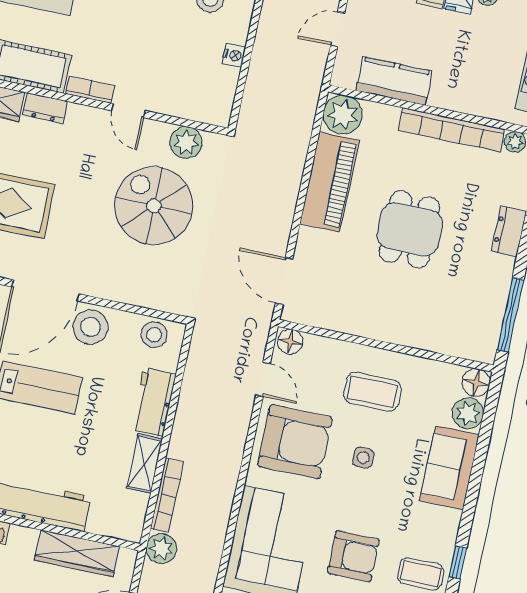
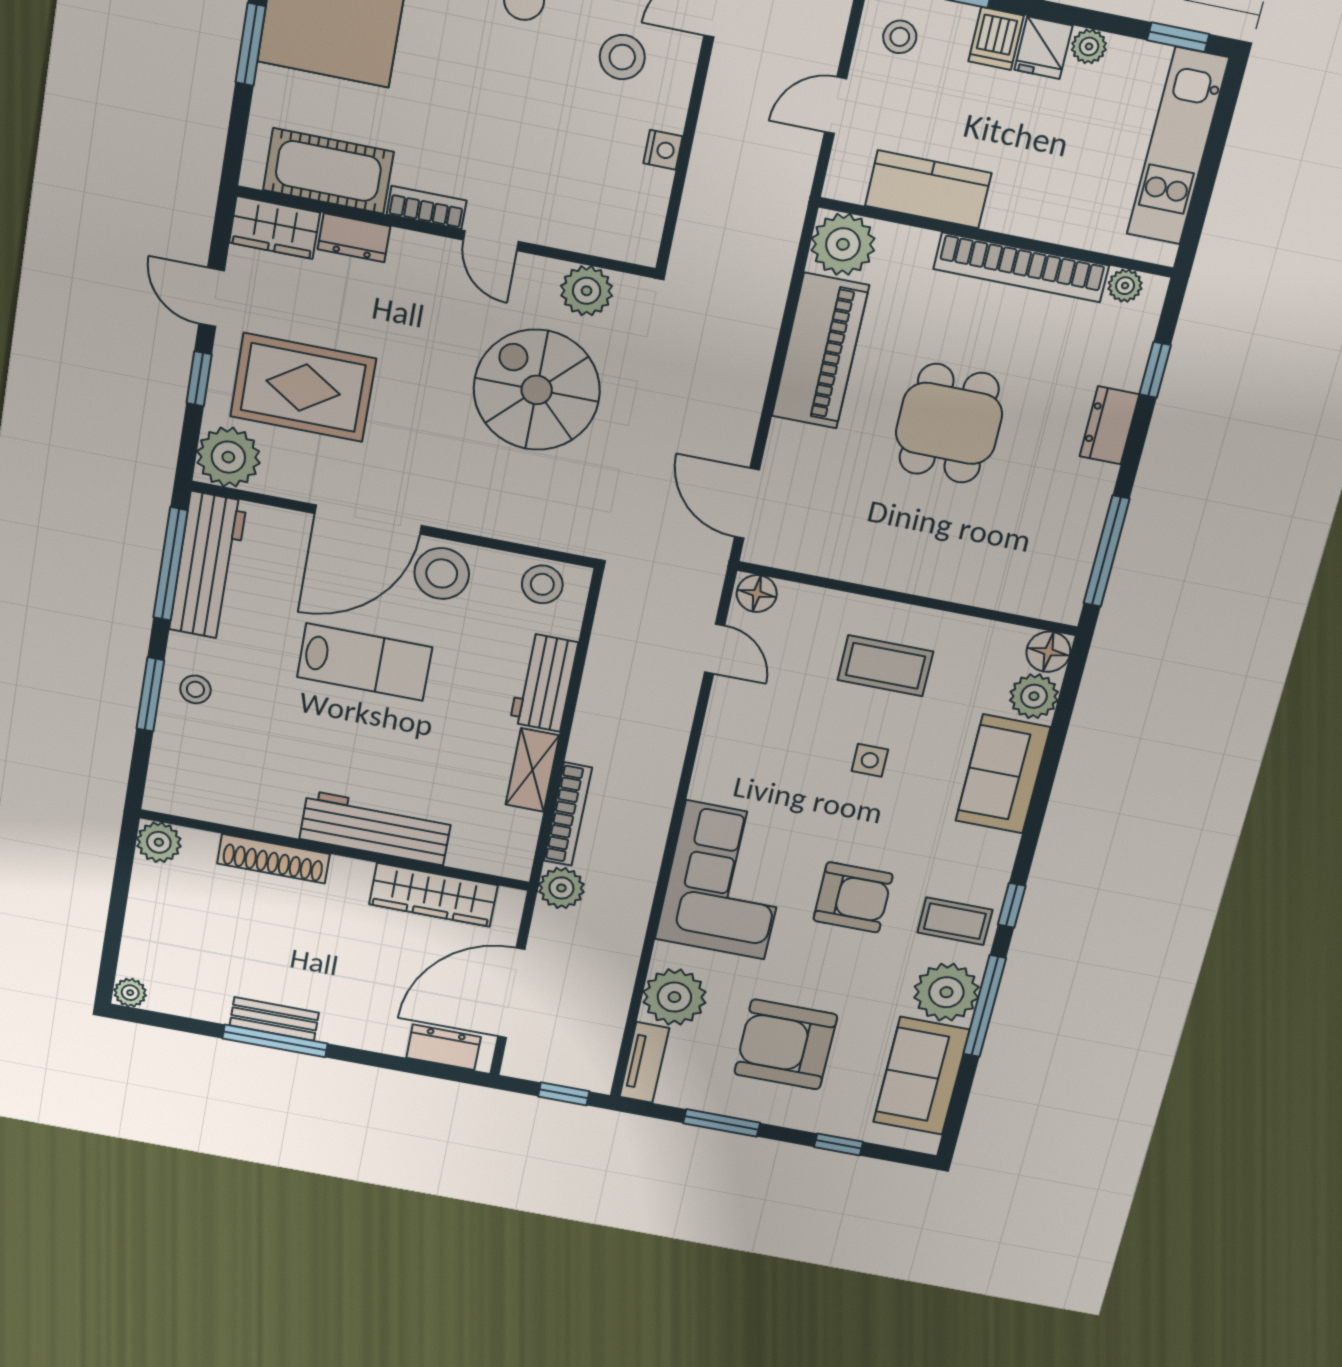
armchair: (295, 442) -> (764, 738), removed

